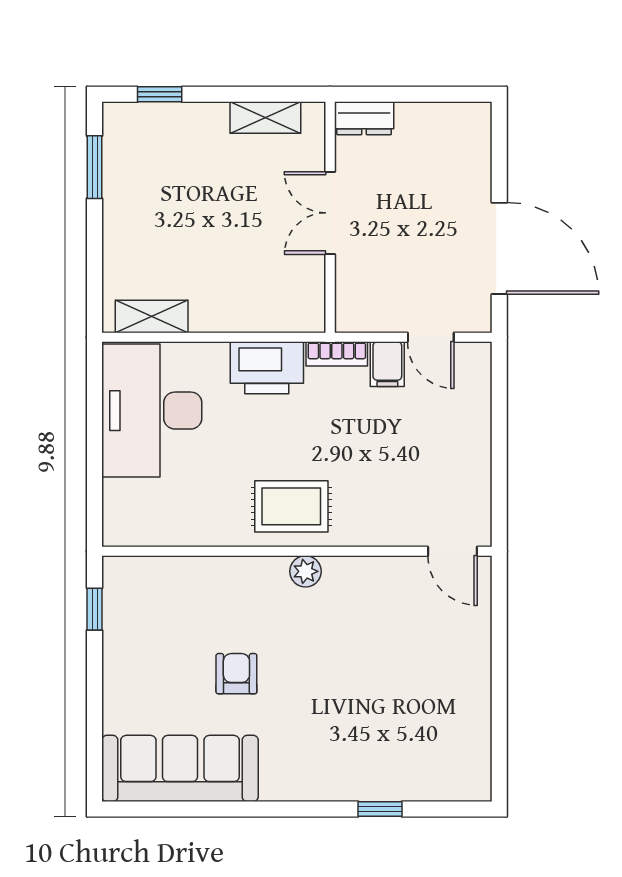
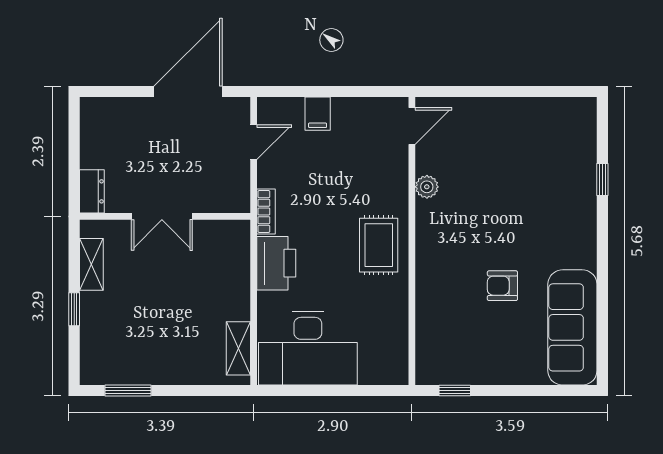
window: (160, 94) -> (74, 309), moved
filing cabinet: (387, 364) -> (318, 114), moved, turned 90
plant: (306, 571) -> (427, 187), moved

